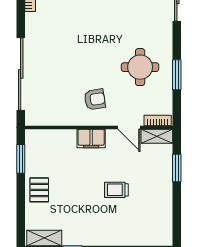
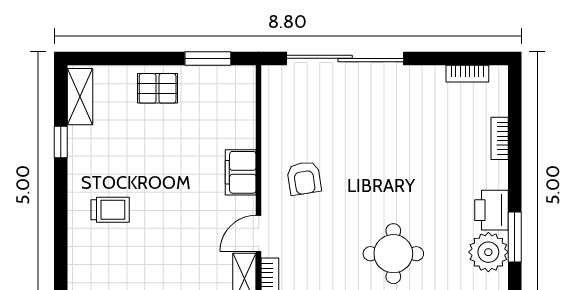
round table: (140, 67) -> (393, 254), moved
trolley: (116, 190) -> (110, 210), moved, turned 90

